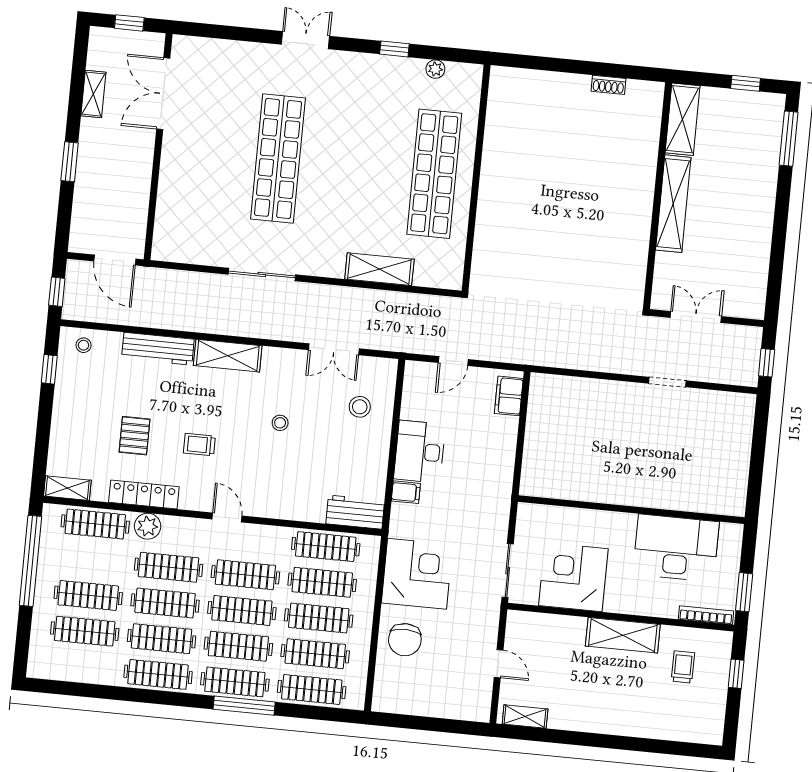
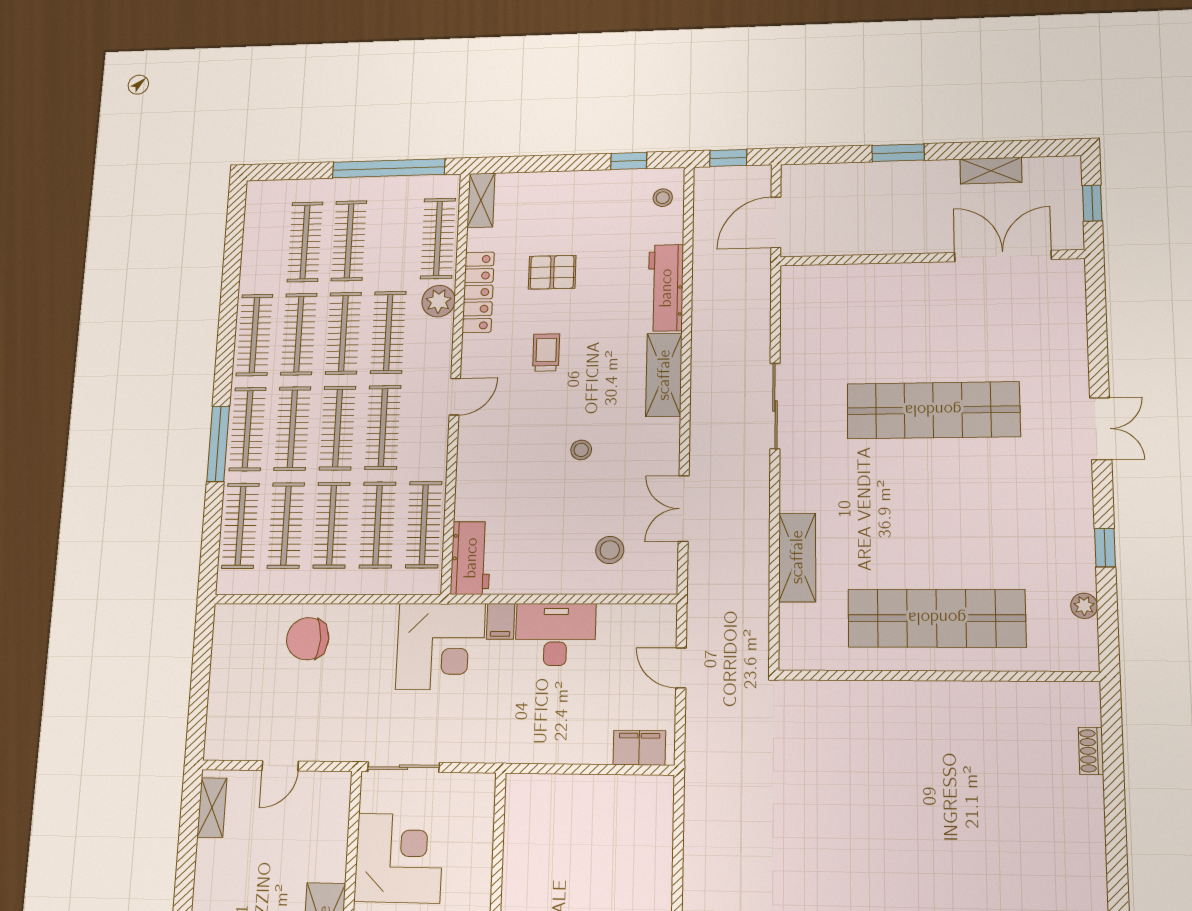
shoe rack: (608, 85) -> (1091, 751), moved
corner desk: (417, 574) -> (441, 646), moved

